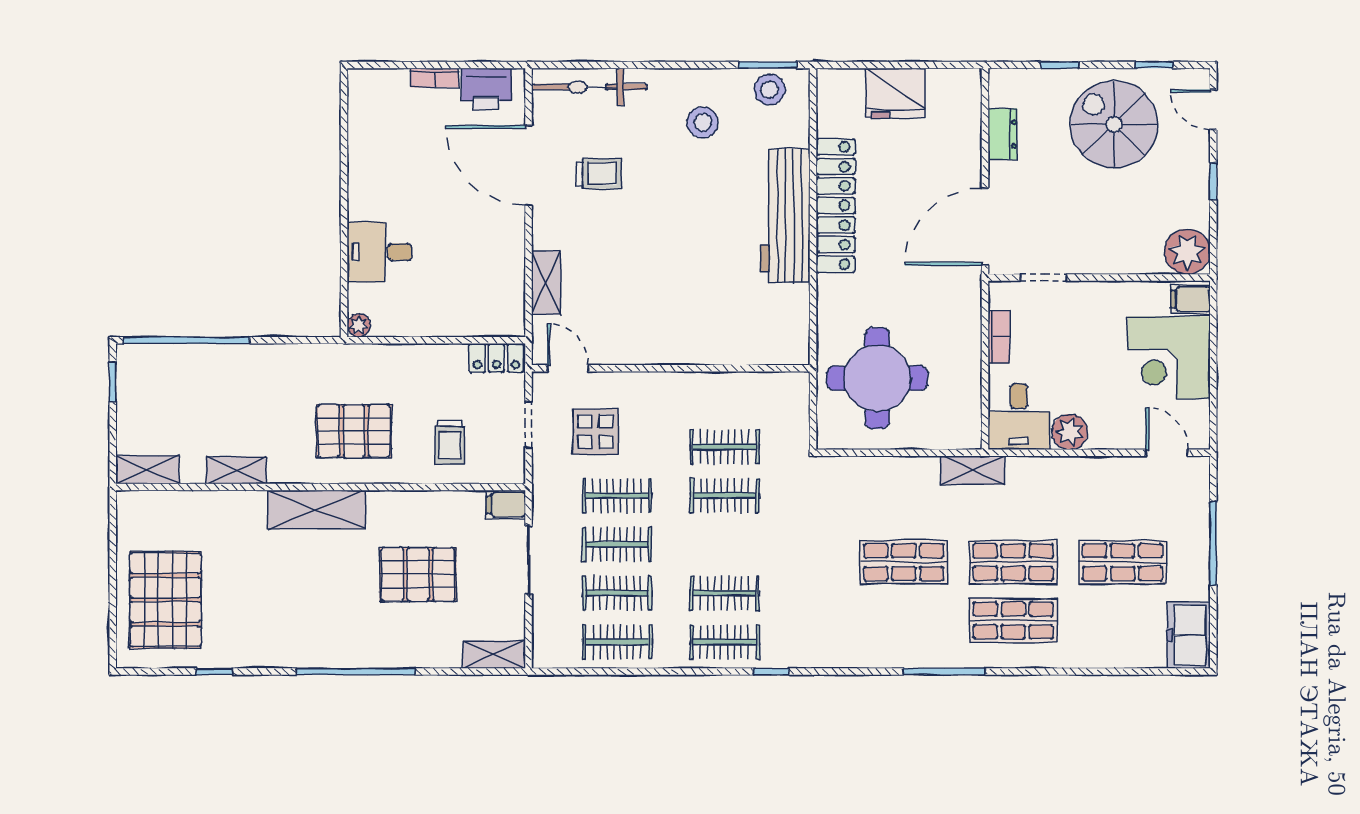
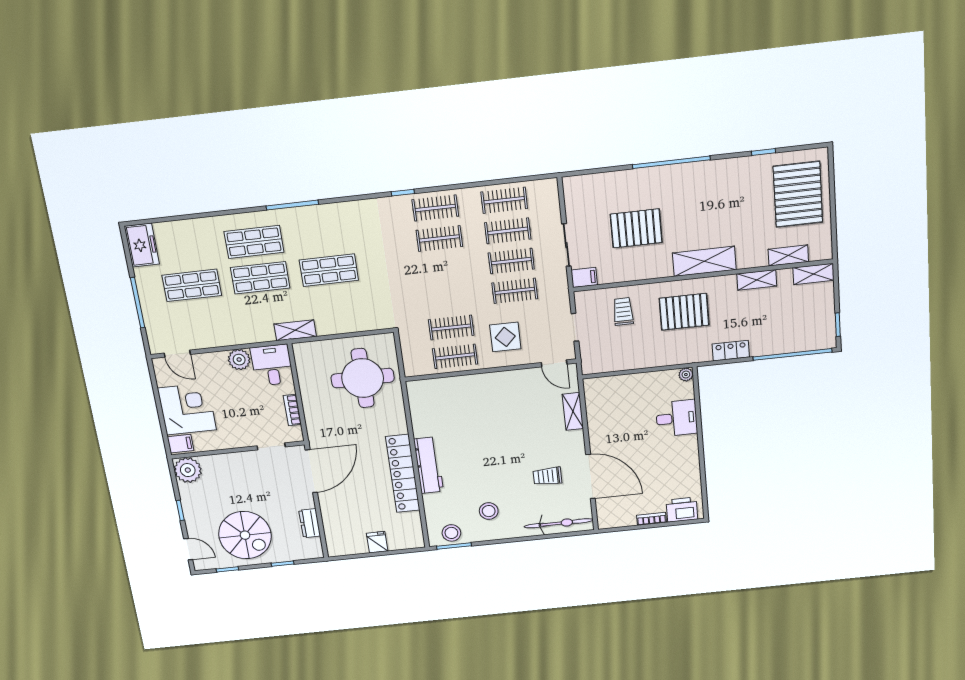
printer: (486, 89) -> (682, 510), moved
fridge: (896, 93) -> (377, 542), width x0.53, depth x0.75
workbench: (786, 215) -> (428, 465), width x0.73, depth x0.76
locker: (496, 358) -> (731, 351), moved
display table: (595, 432) -> (505, 337), moved
clothes rail: (725, 496) -> (455, 356), moved
shelving: (494, 655) -> (788, 256), moved

